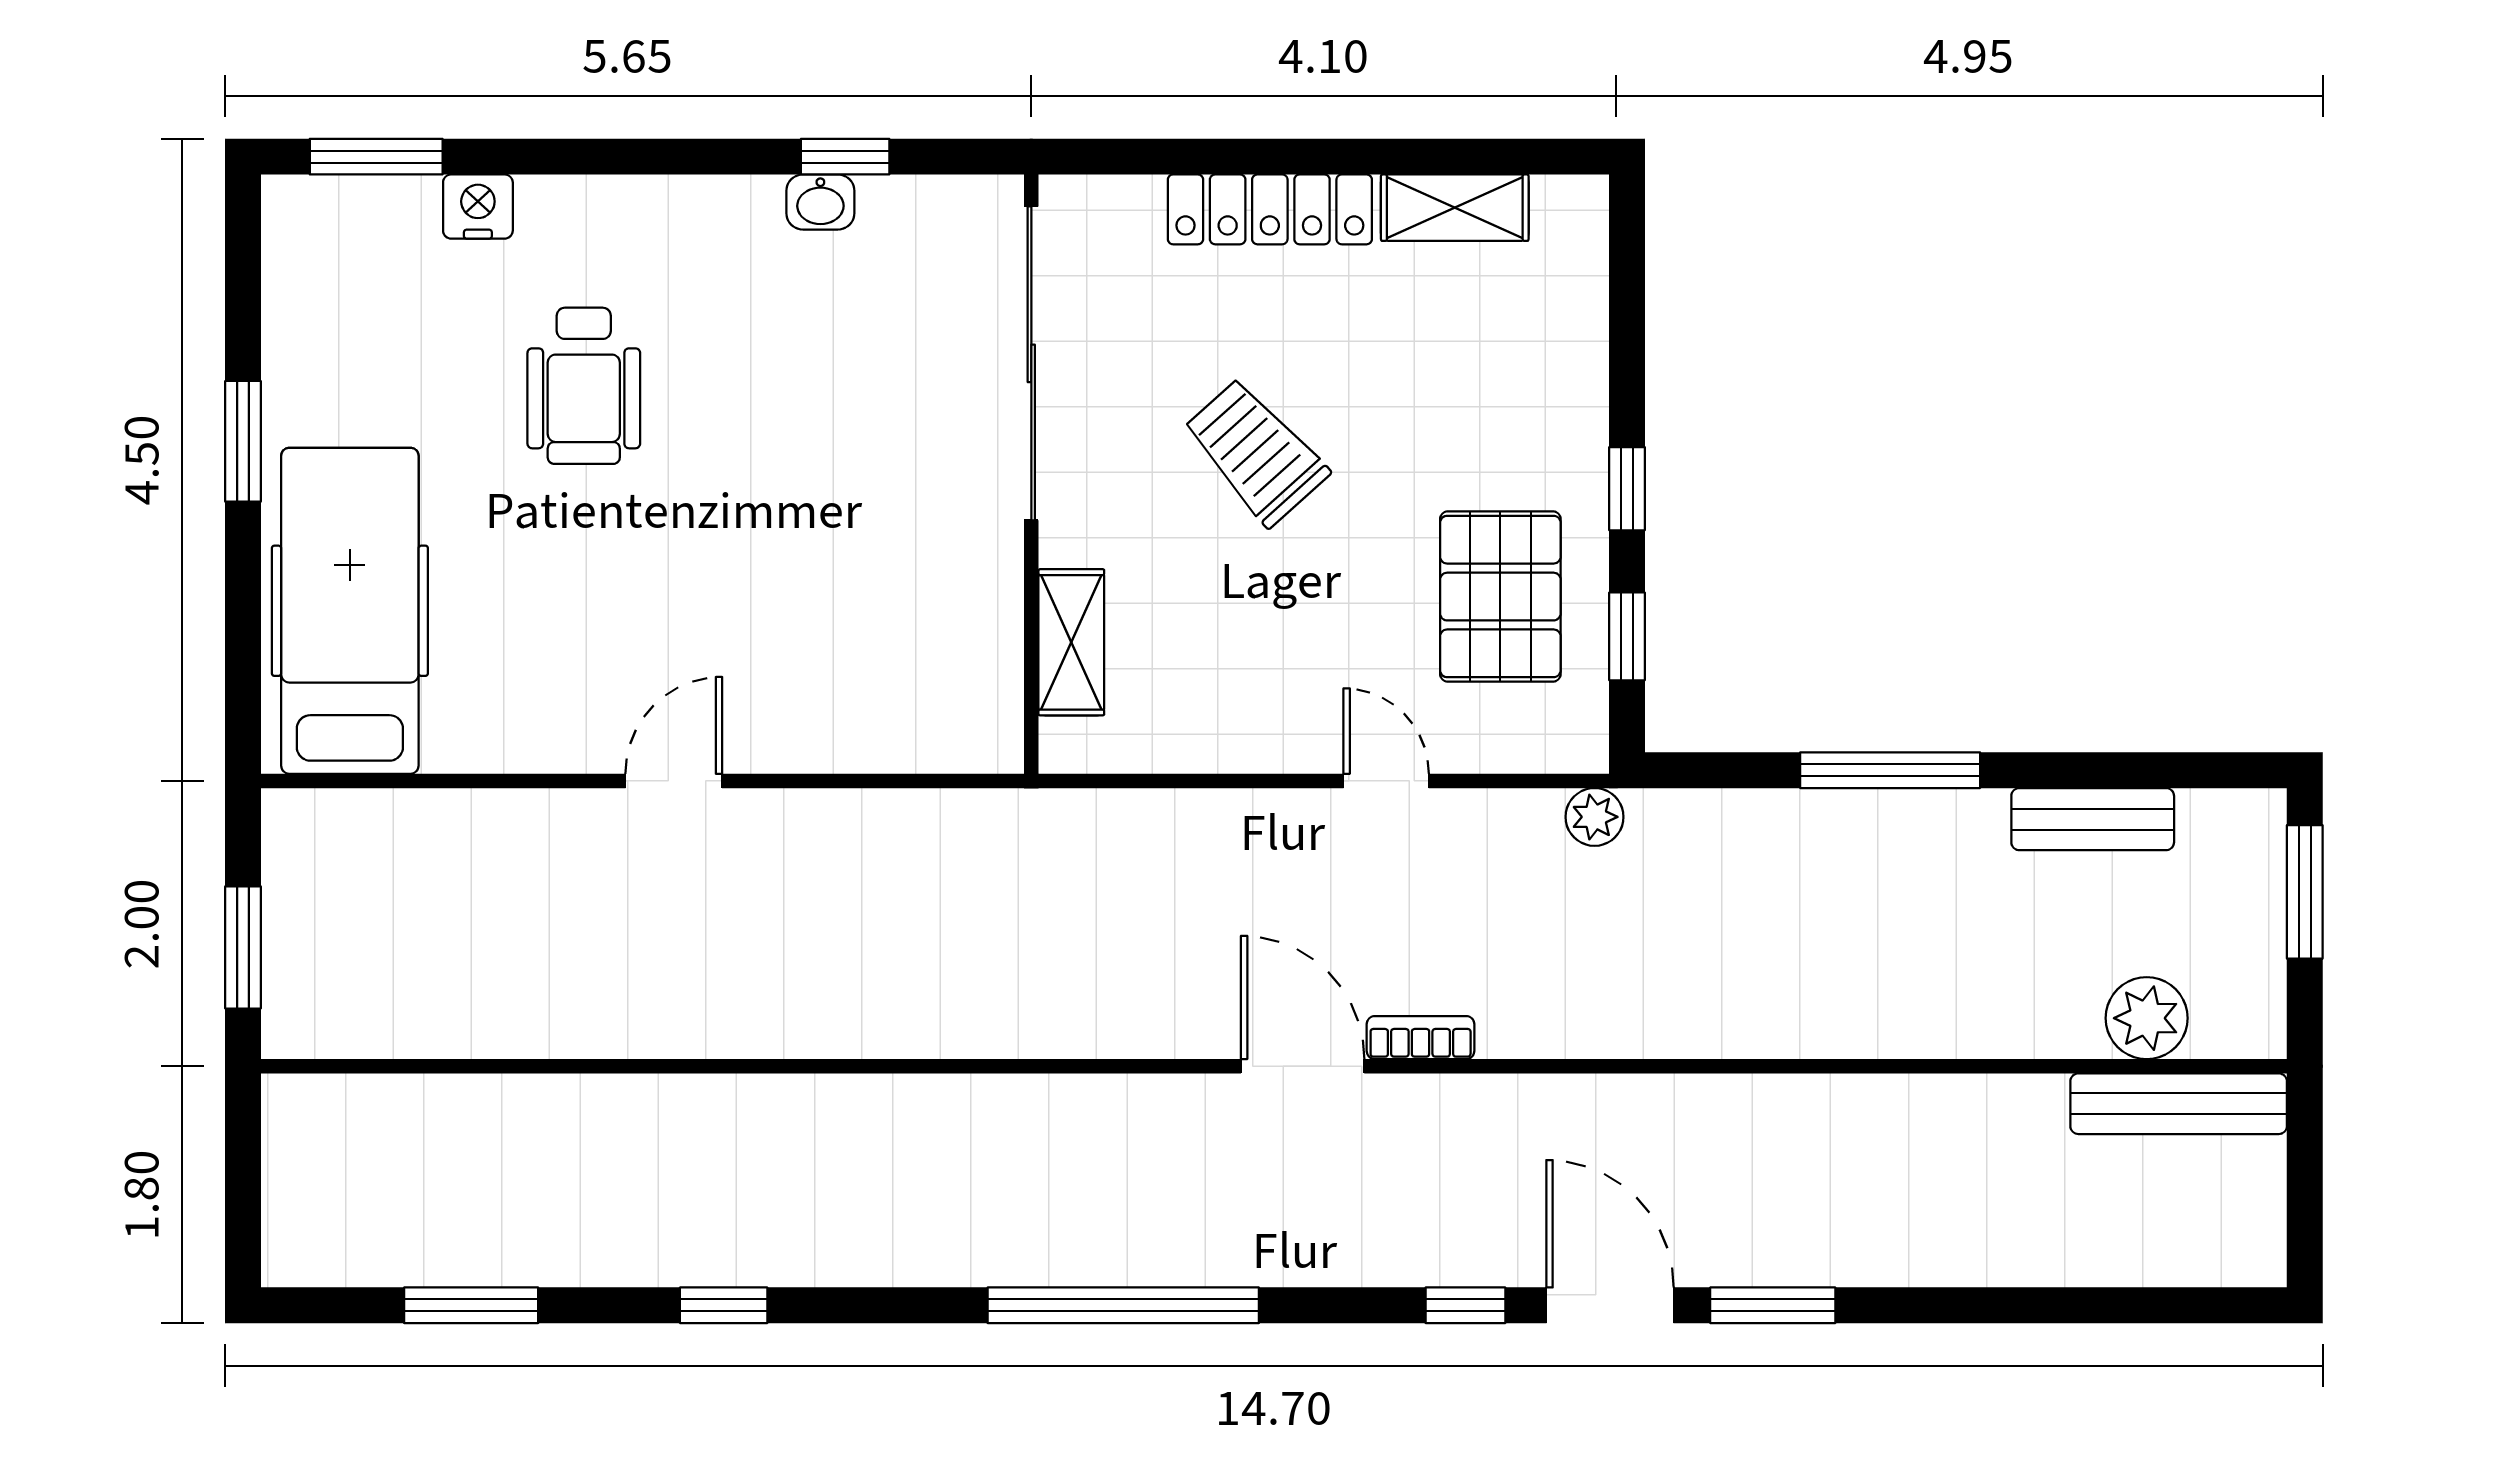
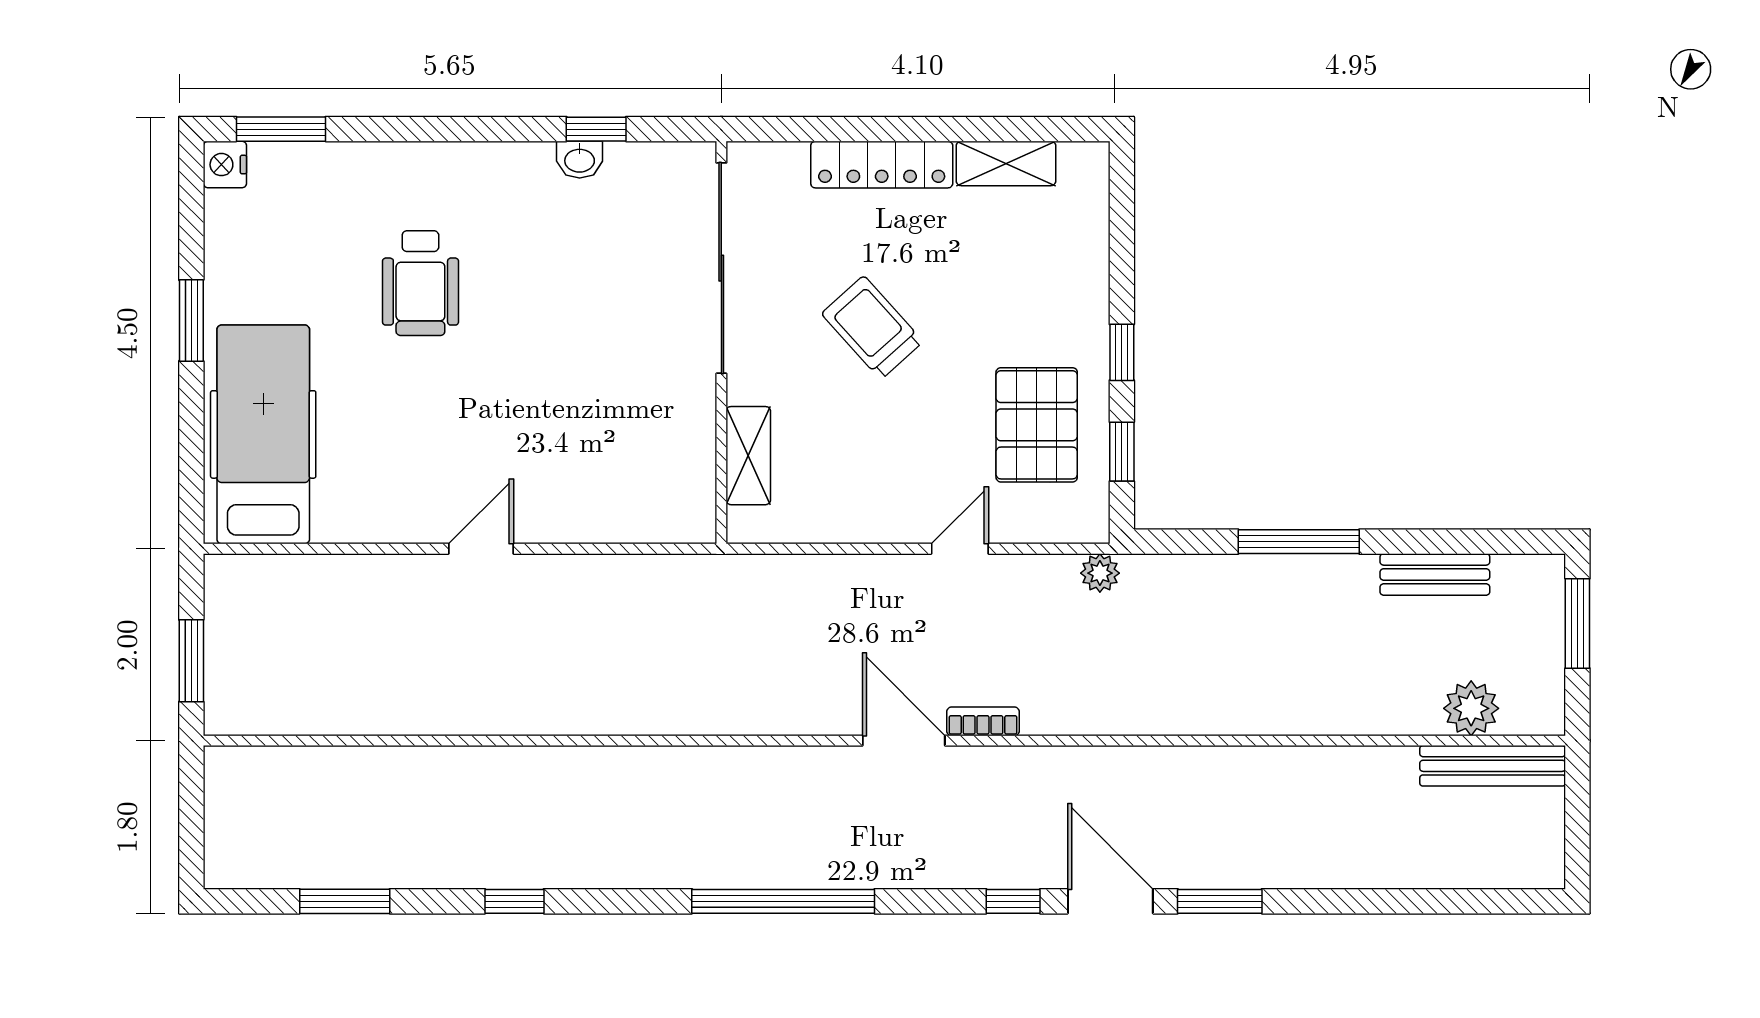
nightstand: (478, 207) -> (225, 165), moved, turned -90
door: (1386, 781) -> (960, 549), hinge flipped

